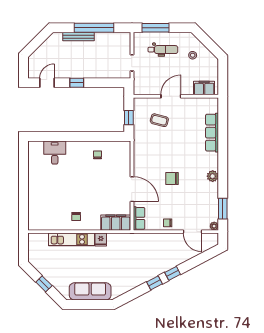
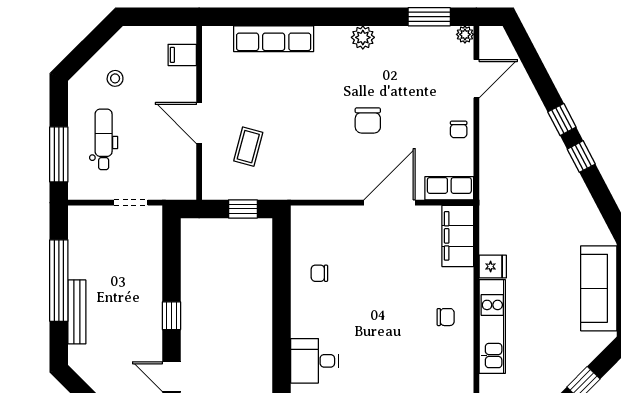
filing cabinet: (204, 88) -> (182, 55), width x0.50

